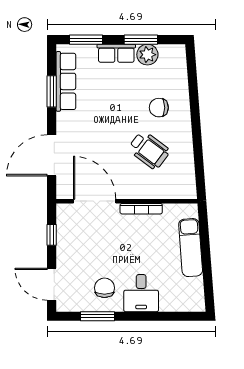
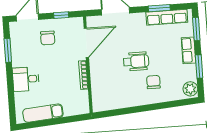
plant: (147, 55) -> (190, 89), moved
wheelchair: (149, 150) -> (136, 61), moved, turned -127
exam couch: (191, 248) -> (43, 113), moved
chair: (104, 288) -> (48, 38), moved, turned 90

